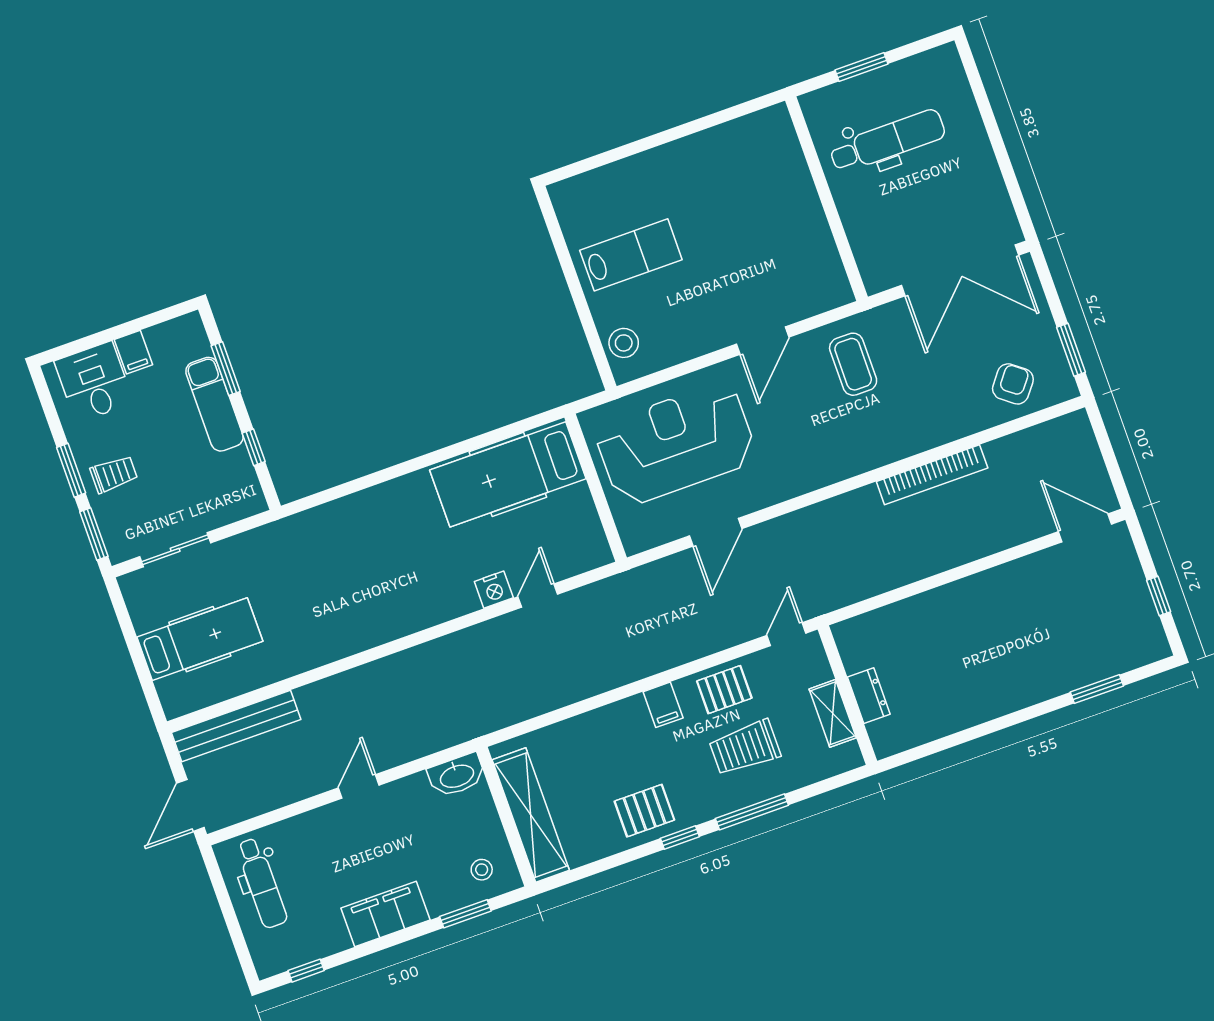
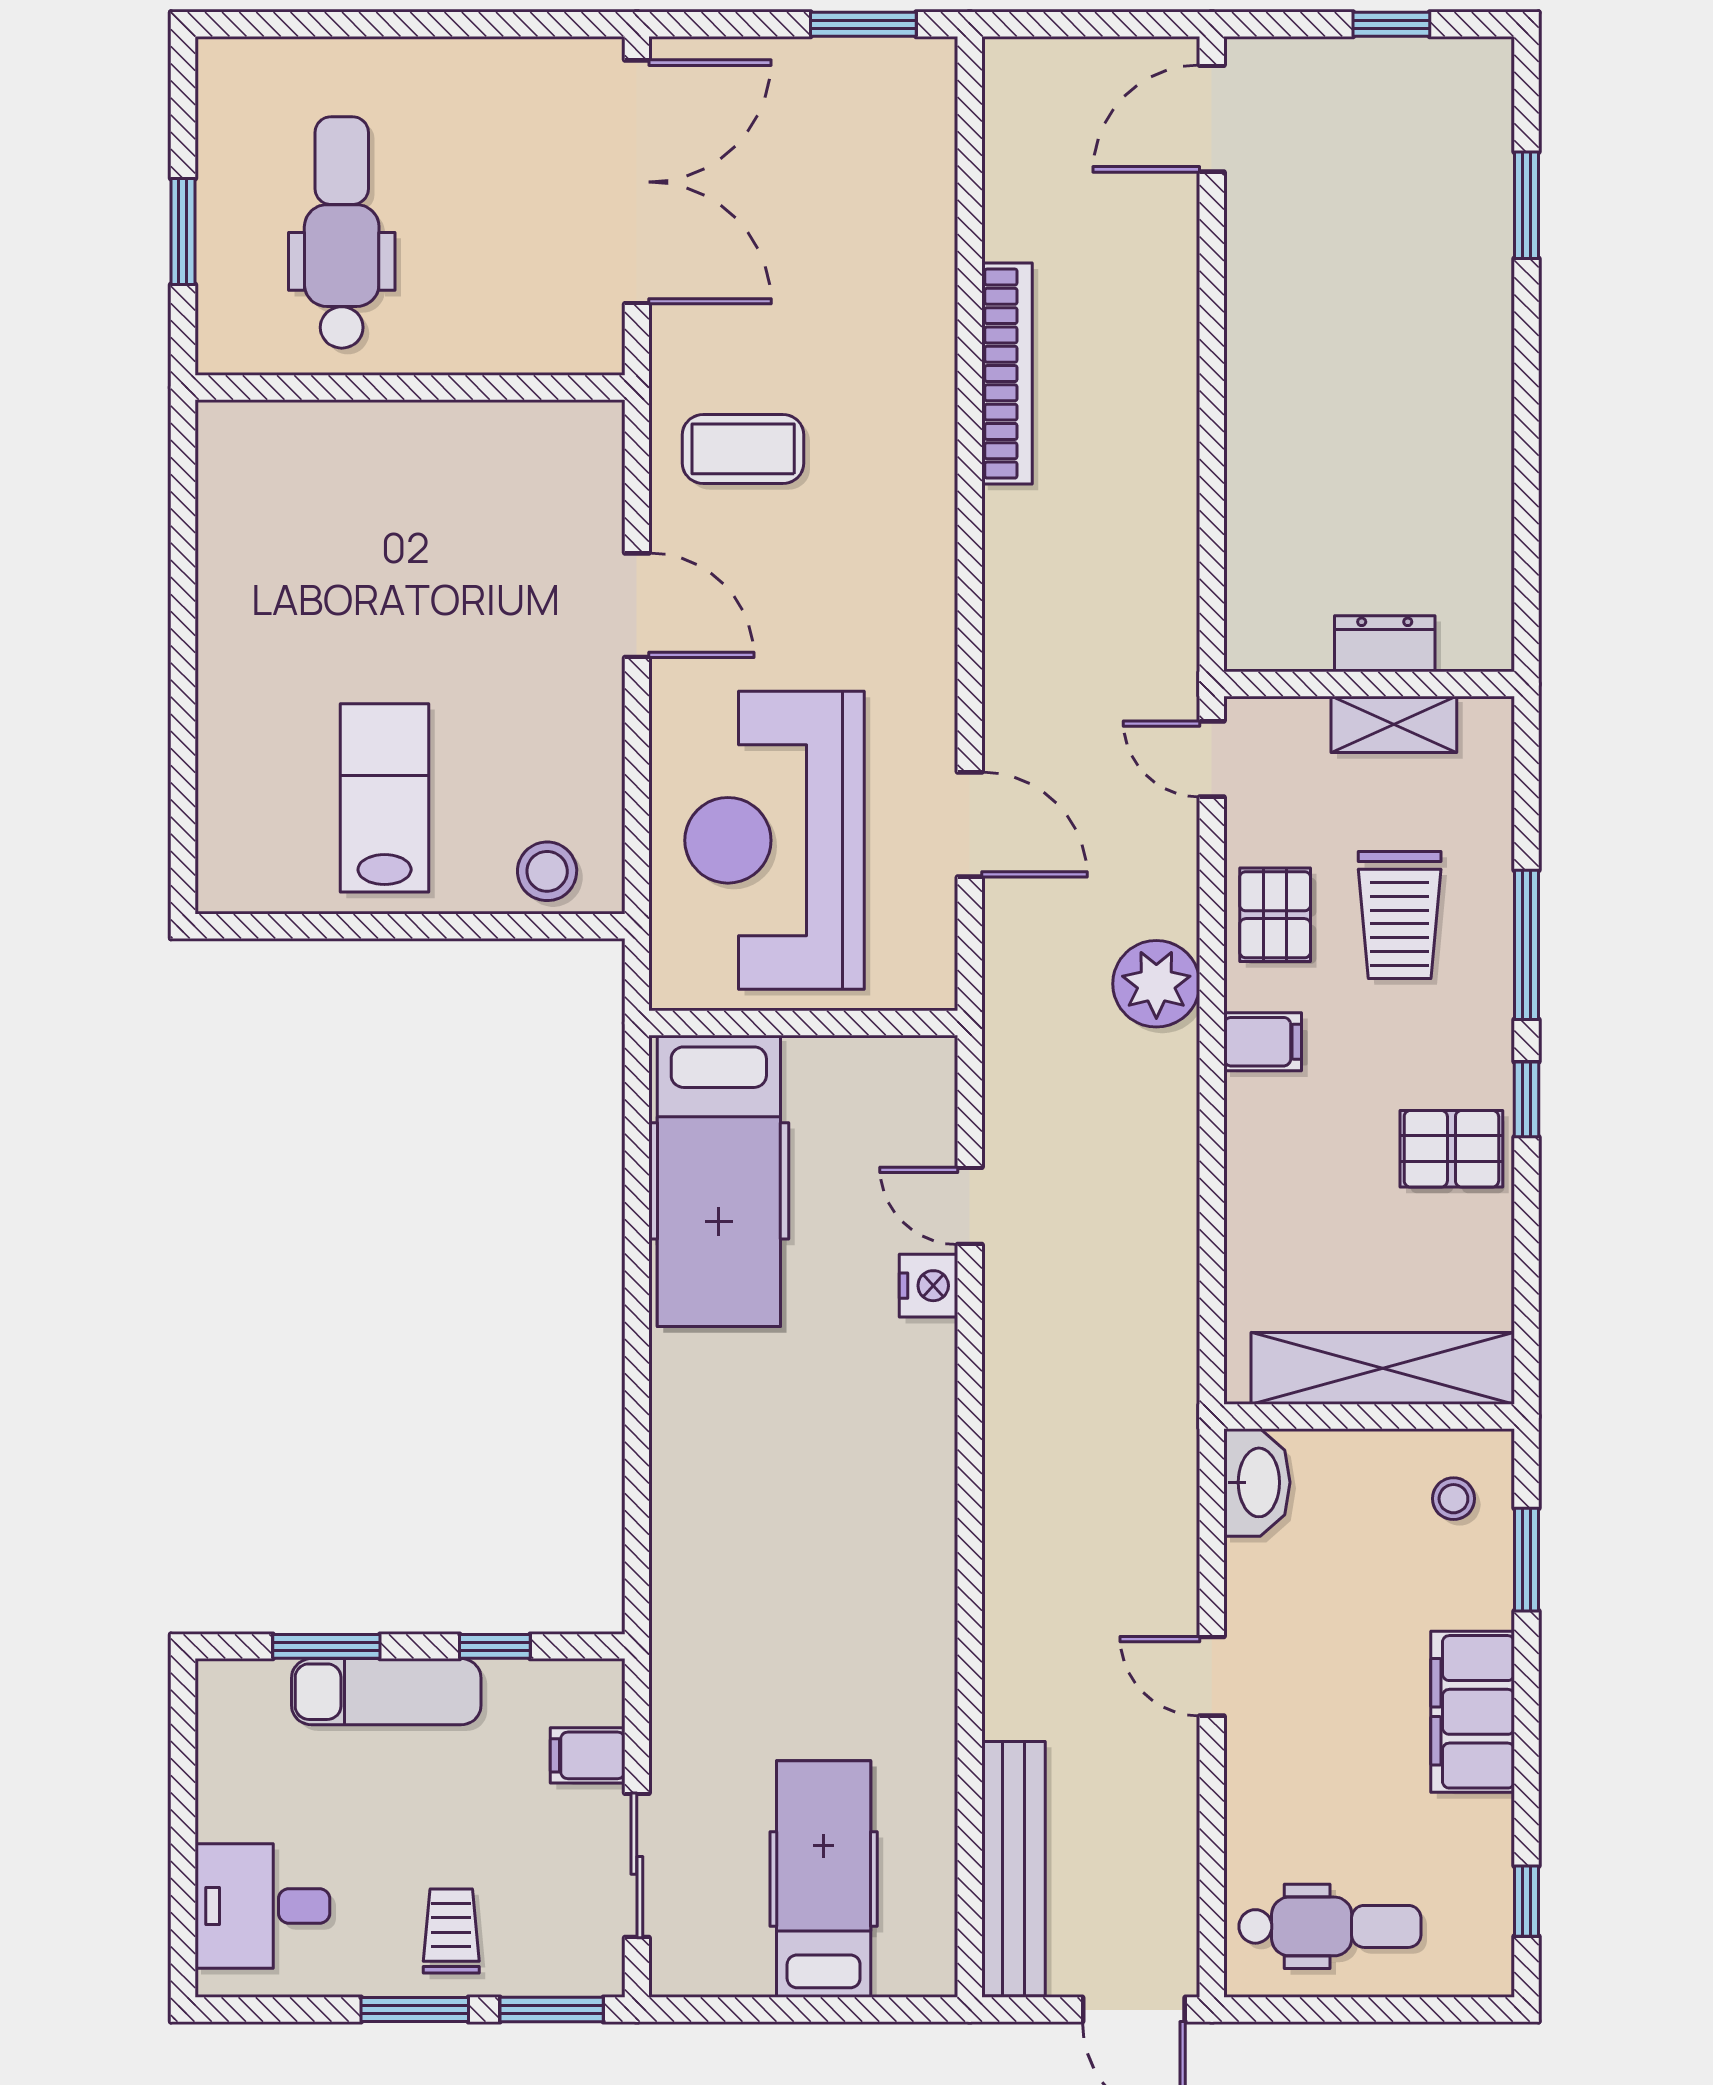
filing cabinet: (133, 352) -> (588, 1755), moved, turned 180
armchair: (1013, 384) -> (889, 158), removed
plant: (672, 646) -> (1156, 984), added
pallet: (644, 811) -> (1451, 1149), turned 90

